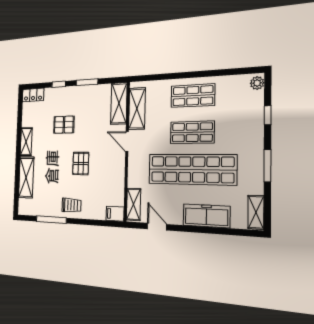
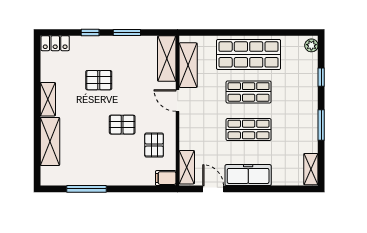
shop shelf: (193, 96) -> (249, 54), width x1.43, depth x1.36
pallet: (81, 164) -> (122, 125), turned 90
shop shelf: (192, 169) -> (249, 130), width x0.50, depth x0.74
pallet: (106, 183) -> (154, 145), added
trolley: (71, 205) -> (112, 171), removed
freezer: (206, 216) -> (248, 175), moved

